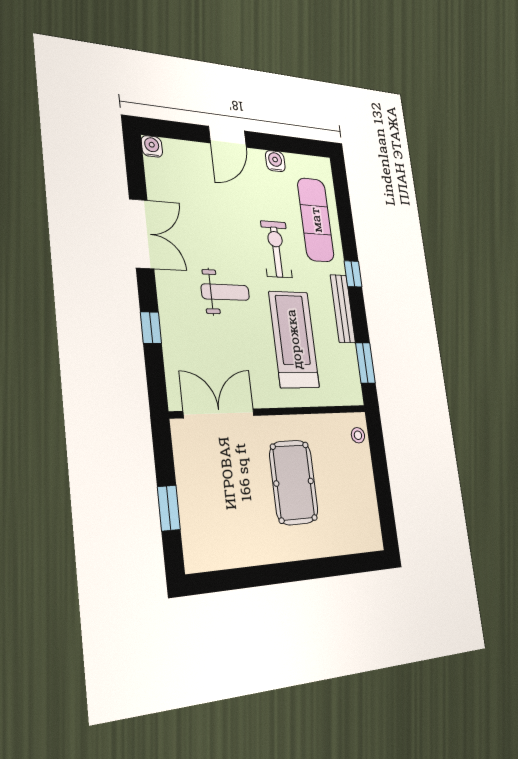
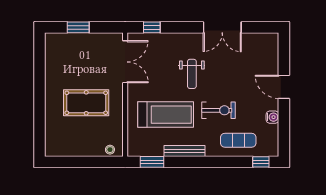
water cooler: (152, 146) -> (273, 39), removed
exercise mat: (316, 220) -> (238, 140), width x0.73, depth x0.69
window: (353, 274) -> (261, 162), moved
window: (151, 328) -> (152, 27), moved

